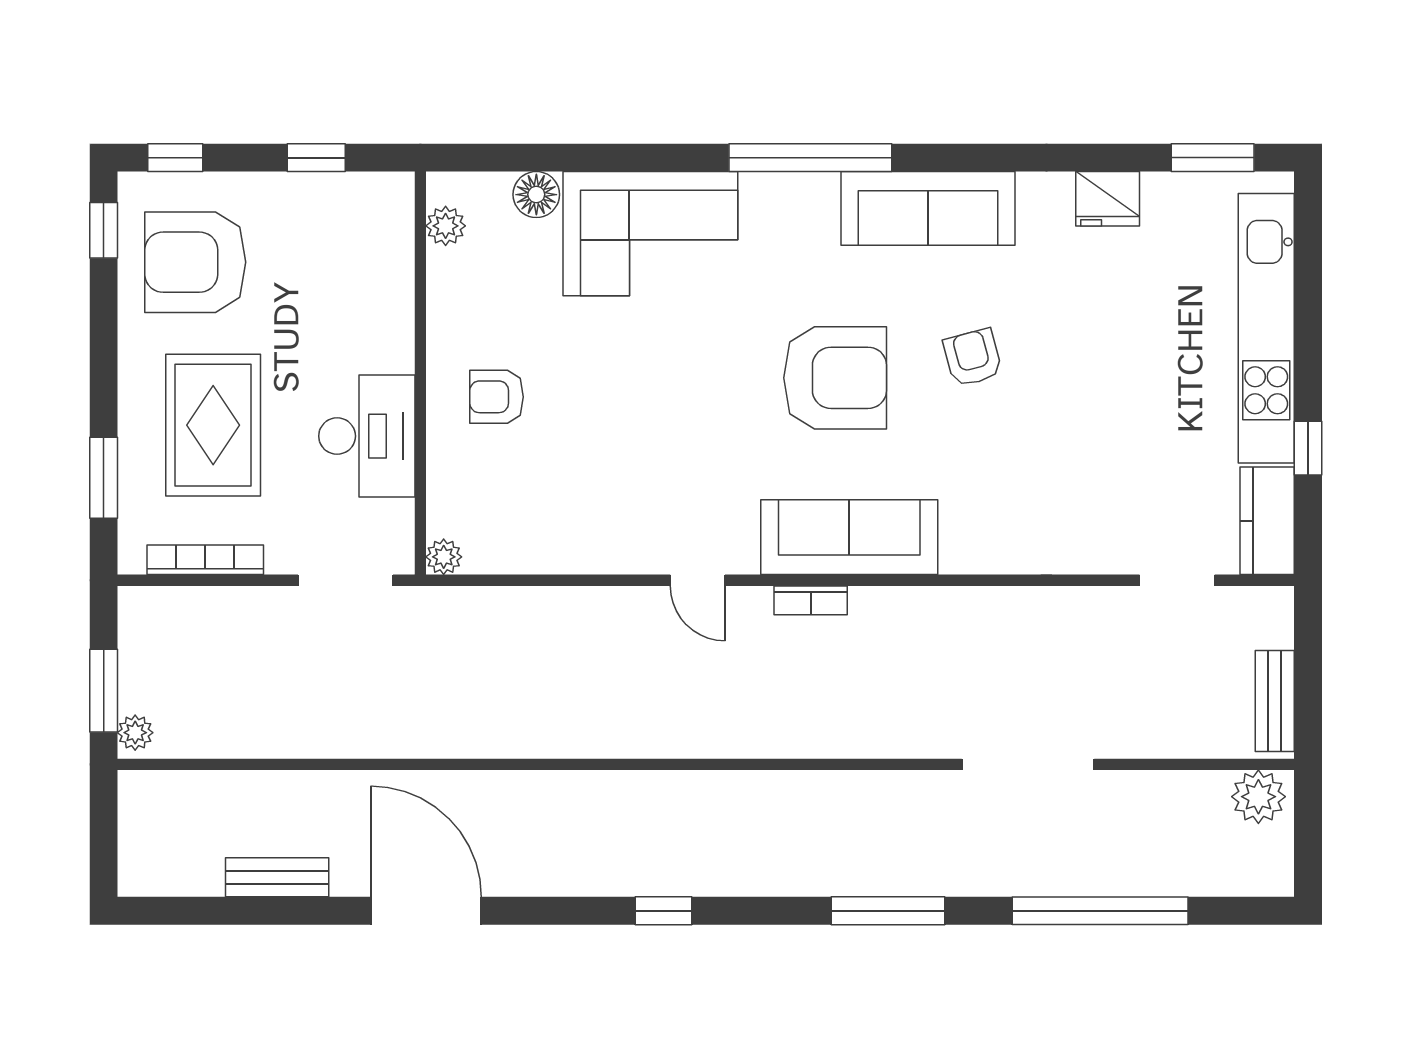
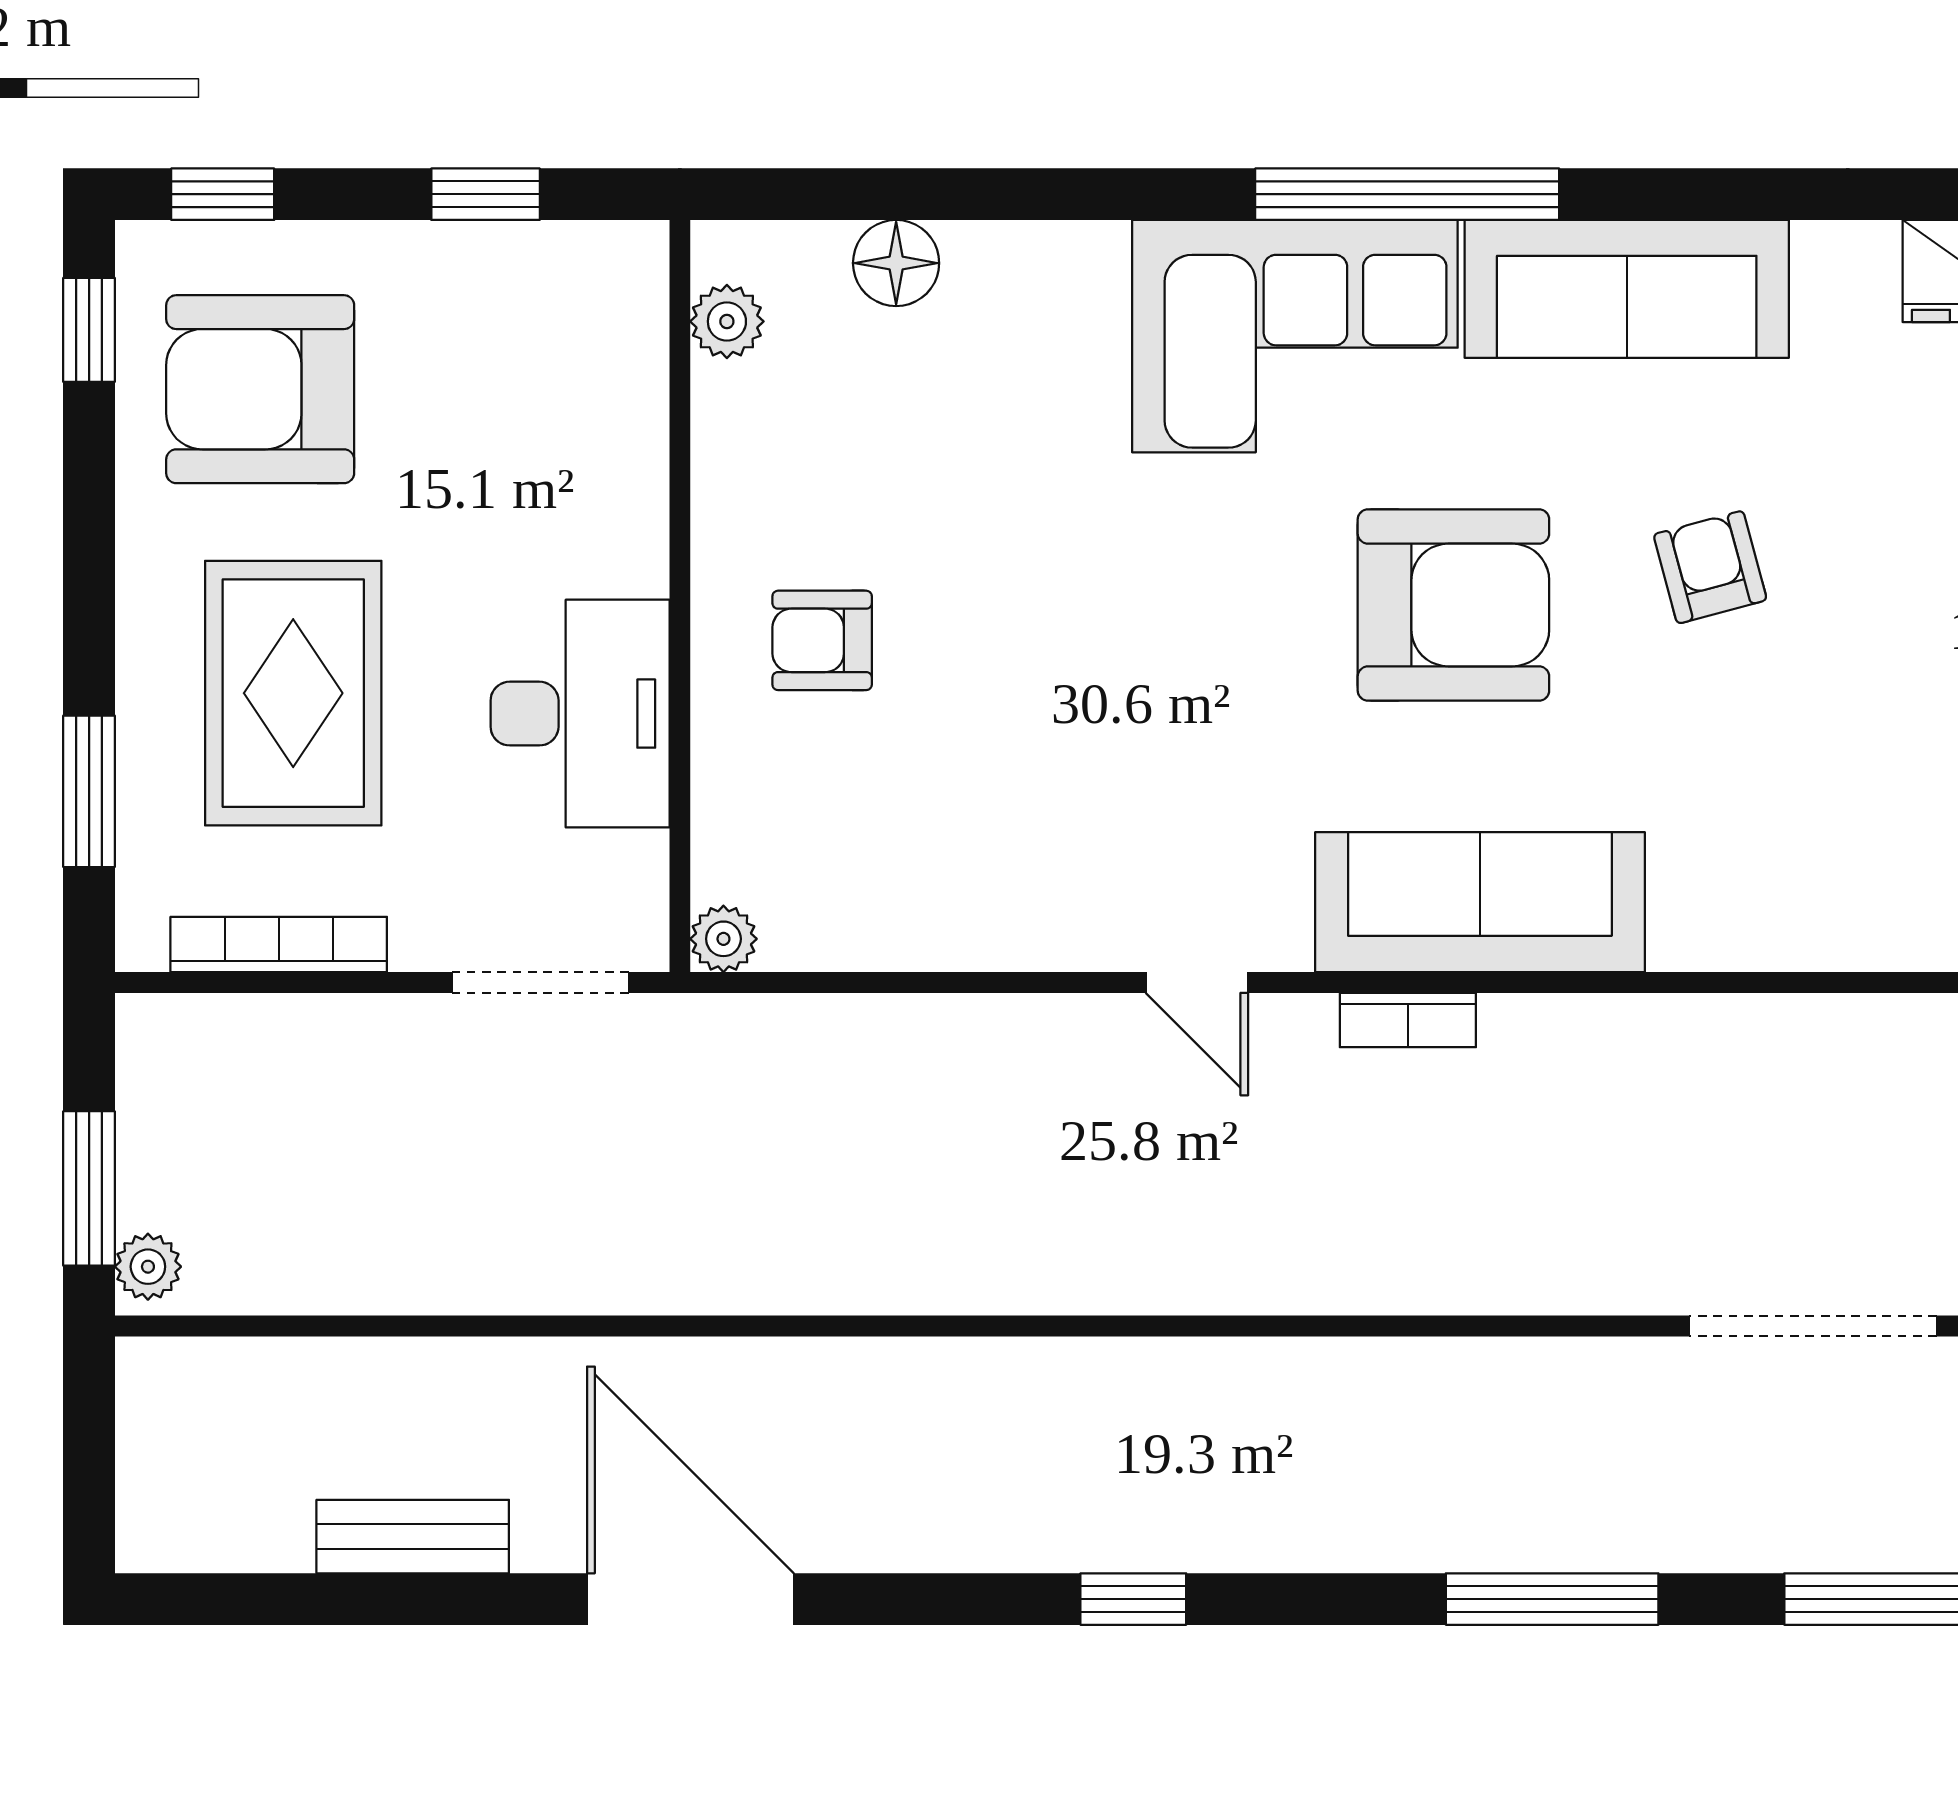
corner sofa: (650, 234) -> (1295, 336), moved

